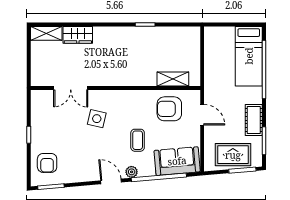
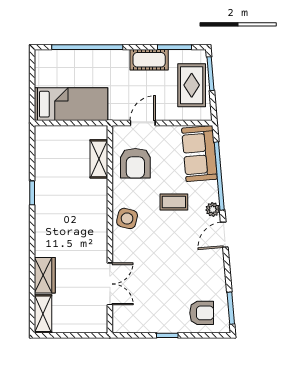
bed: (249, 56) -> (71, 104), moved
side table: (97, 119) -> (127, 218), moved

